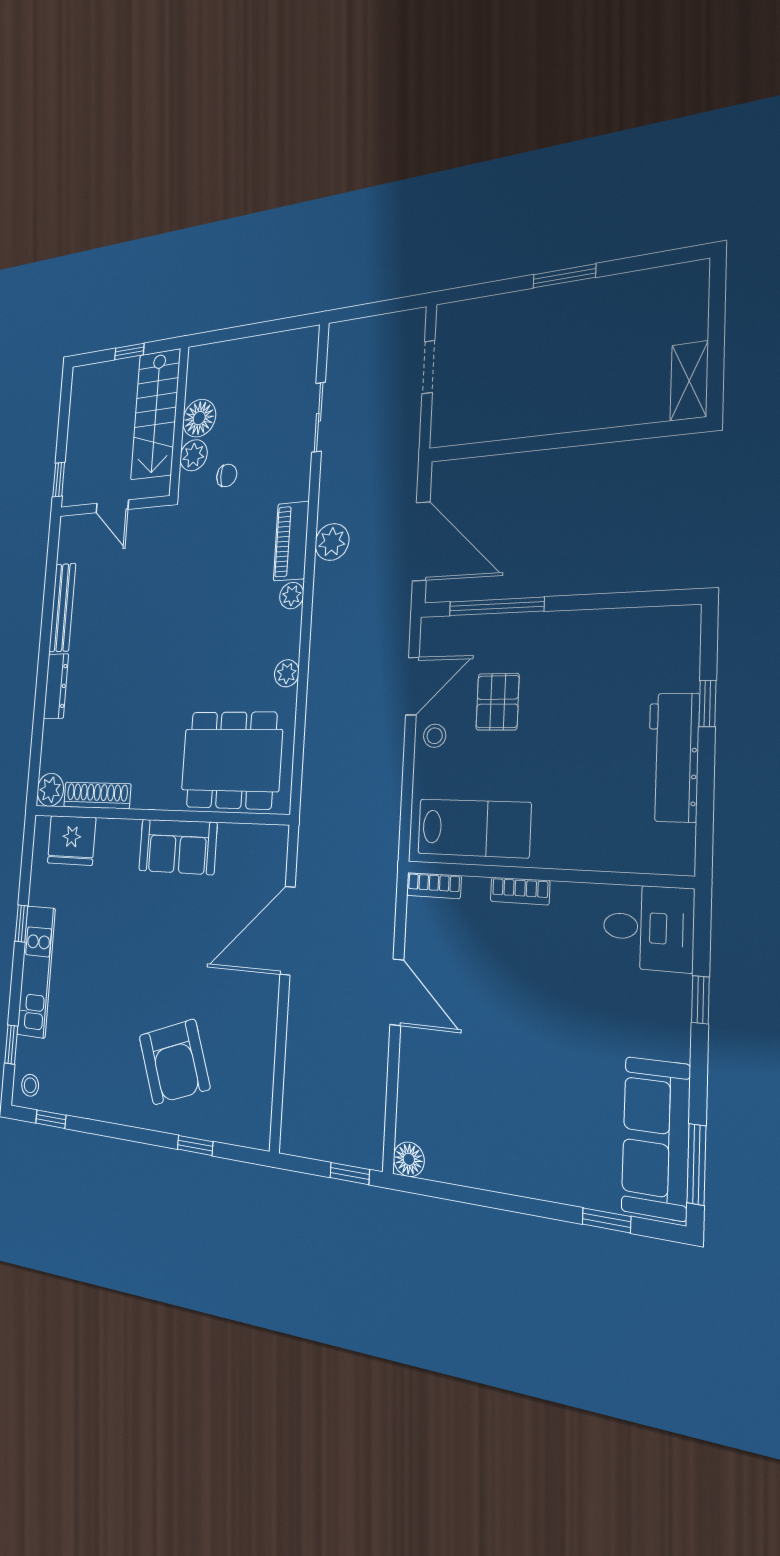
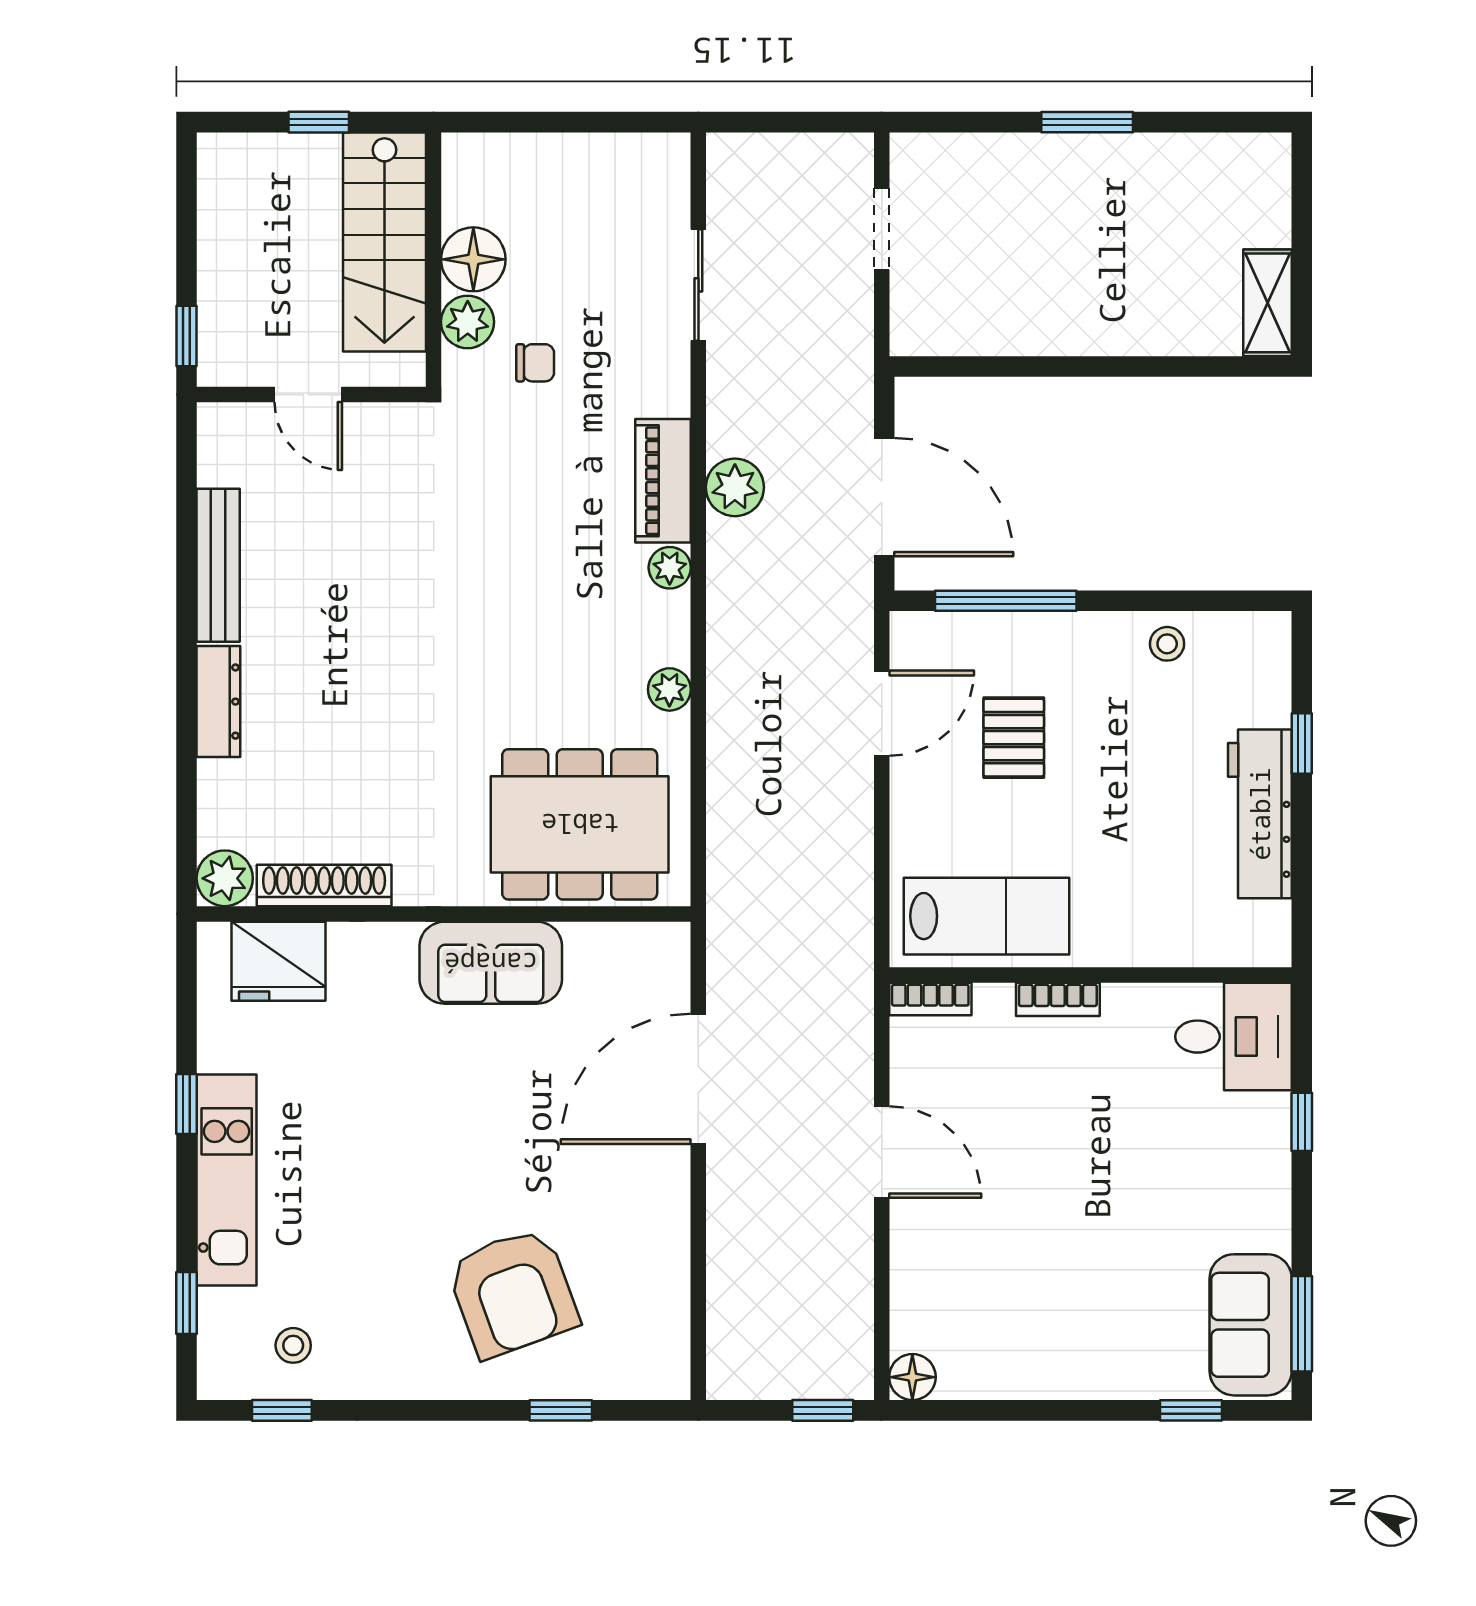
stool: (435, 736) -> (1167, 644), moved
stool: (30, 1085) -> (293, 1345), moved
sofa: (656, 1138) -> (1251, 1325), width x0.73

